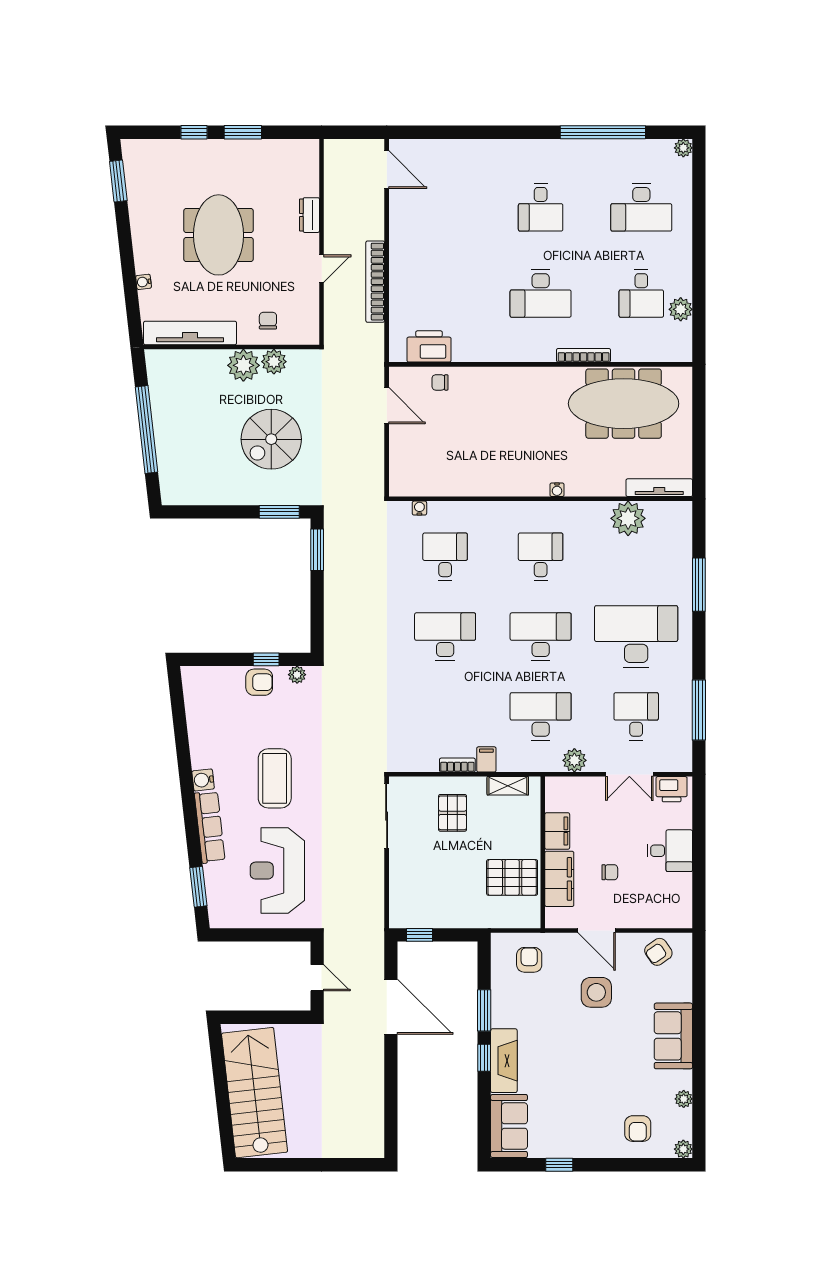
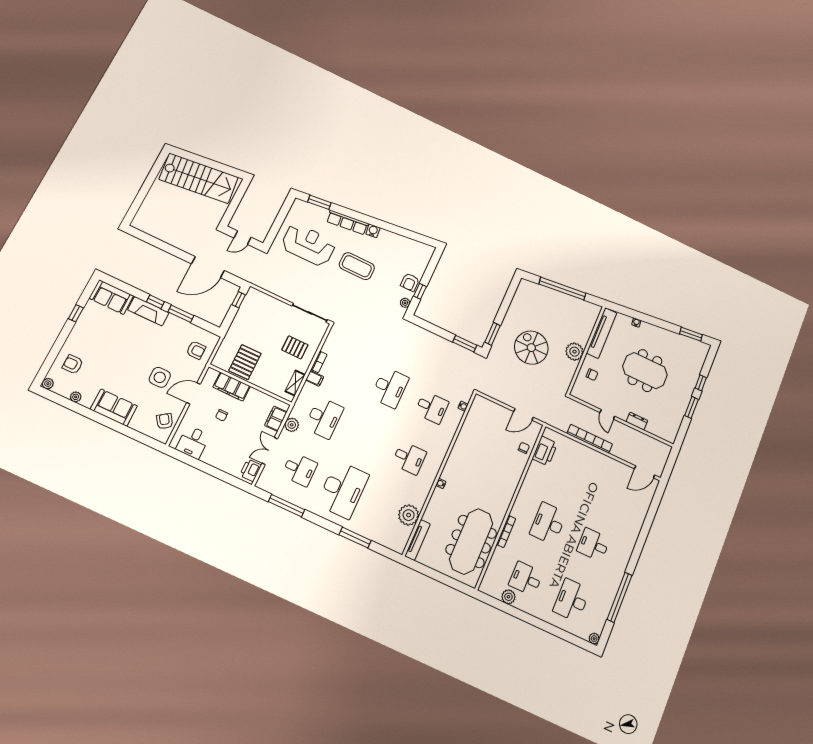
plant: (274, 362) -> (570, 368), removed
desk: (541, 637) -> (367, 438), removed
filing cabinet: (557, 831) -> (276, 419), moved, turned 90
desk: (670, 851) -> (193, 442), moved

